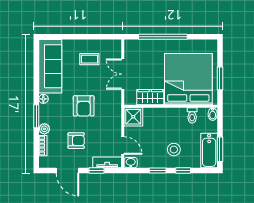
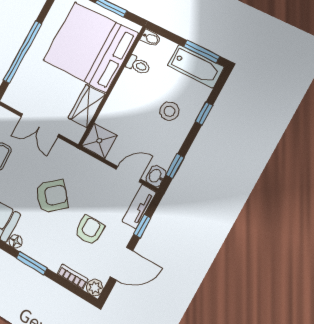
armchair: (84, 106) -> (52, 196), turned -40
plant: (44, 129) -> (95, 288), moved
window: (158, 171) -> (175, 166), moved

